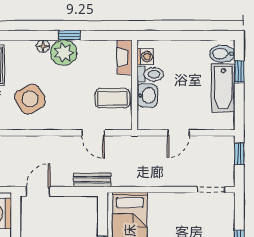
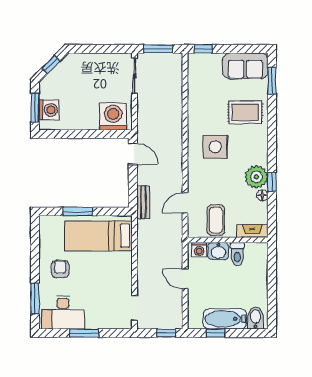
floor lamp: (43, 46) -> (262, 195), moved
washing machine: (145, 57) -> (199, 250), moved
window: (239, 72) -> (216, 333), moved
side table: (30, 99) -> (215, 147), turned 30

